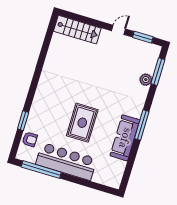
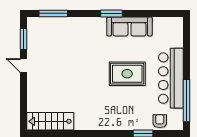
stairs: (77, 30) -> (50, 121), moved, turned -90
plant: (146, 80) -> (65, 23), removed
window: (142, 125) -> (112, 13), width x0.69

